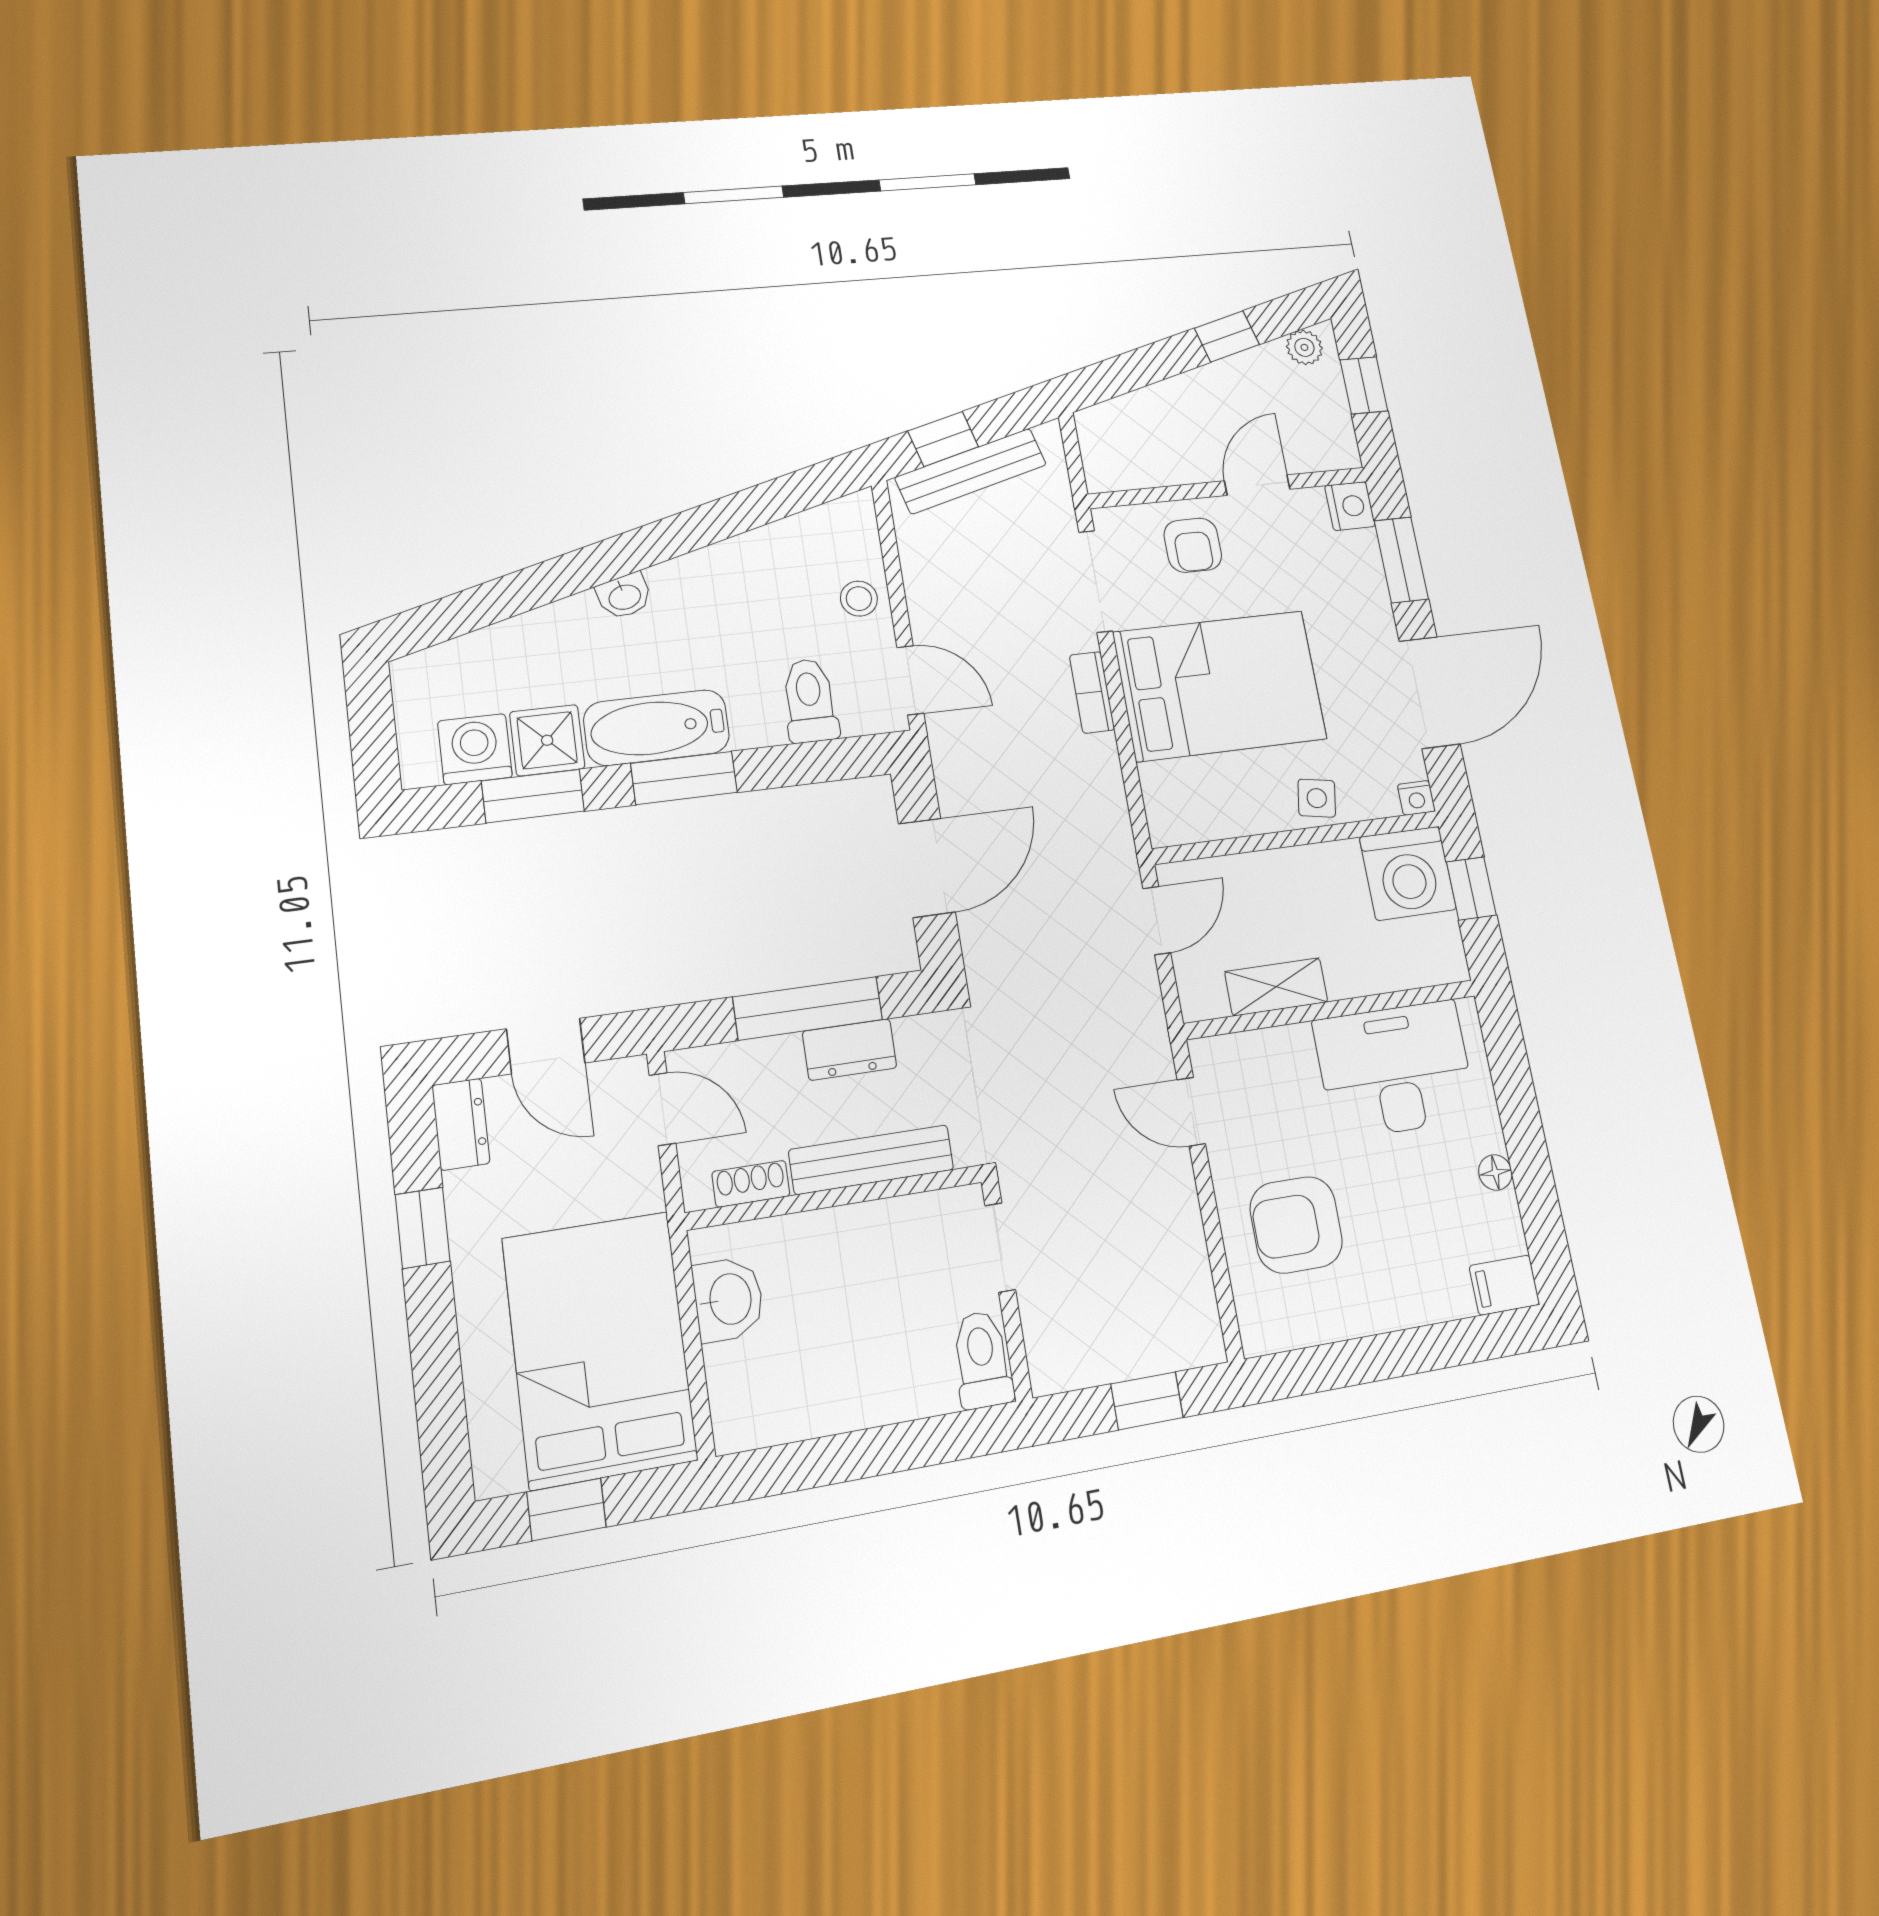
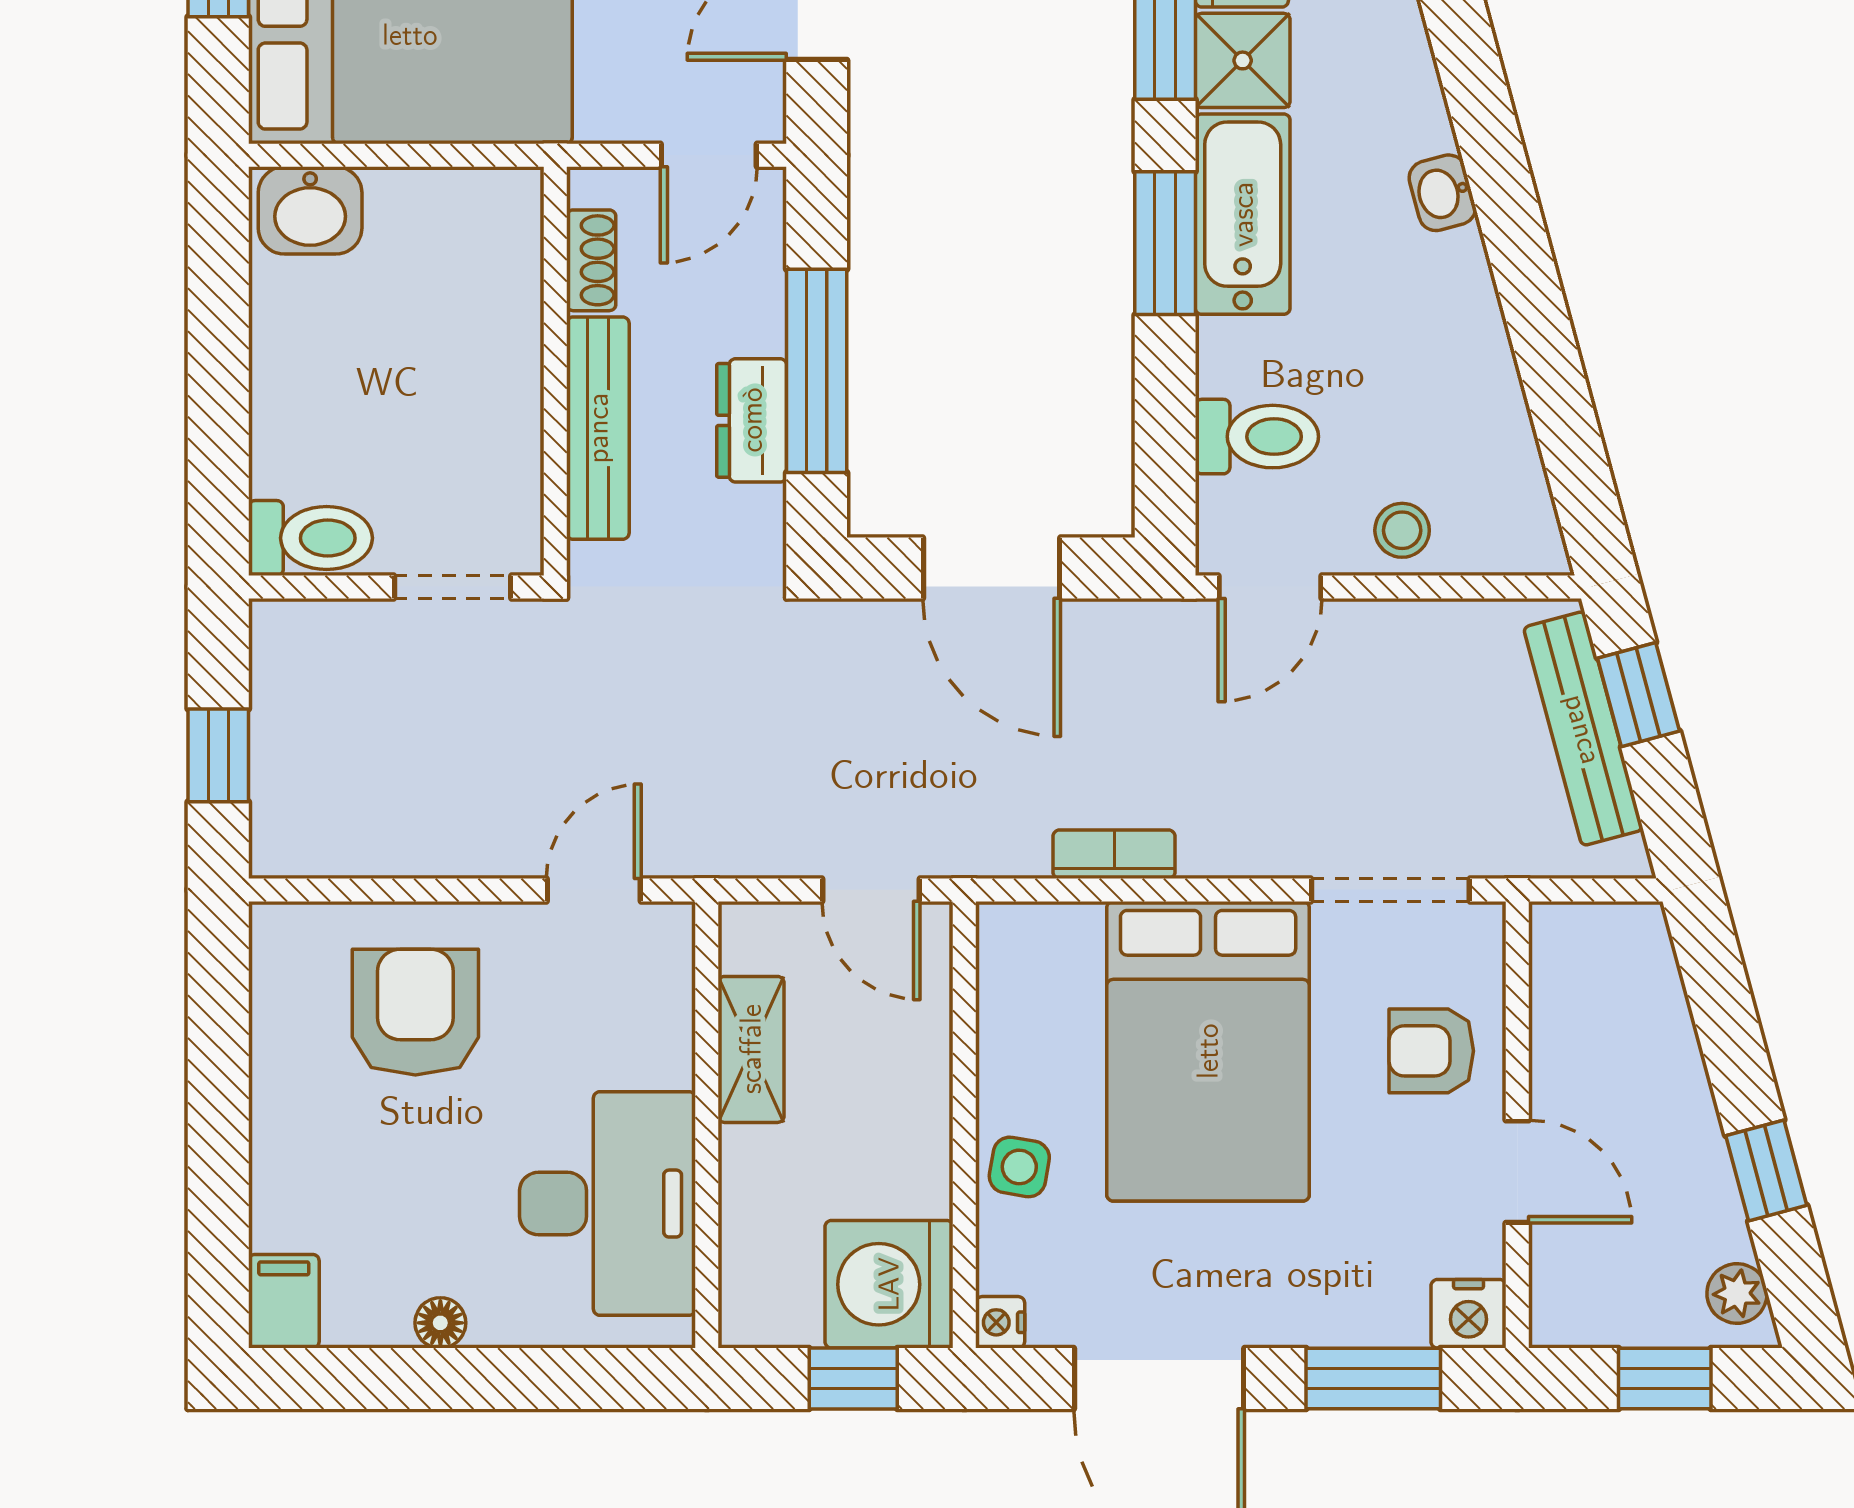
bookcase: (1092, 692) -> (1114, 854), moved
washbasin: (729, 1299) -> (310, 210), moved

